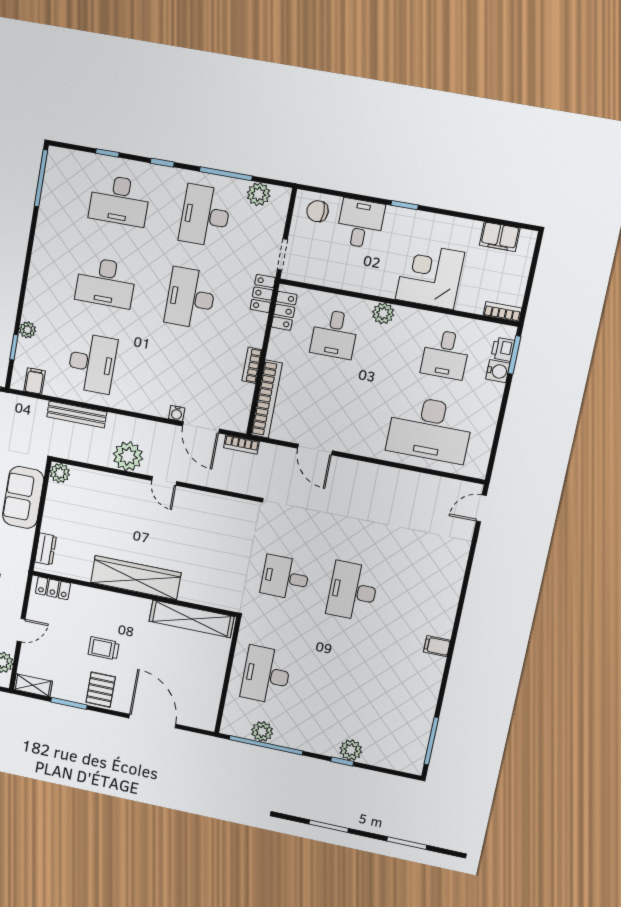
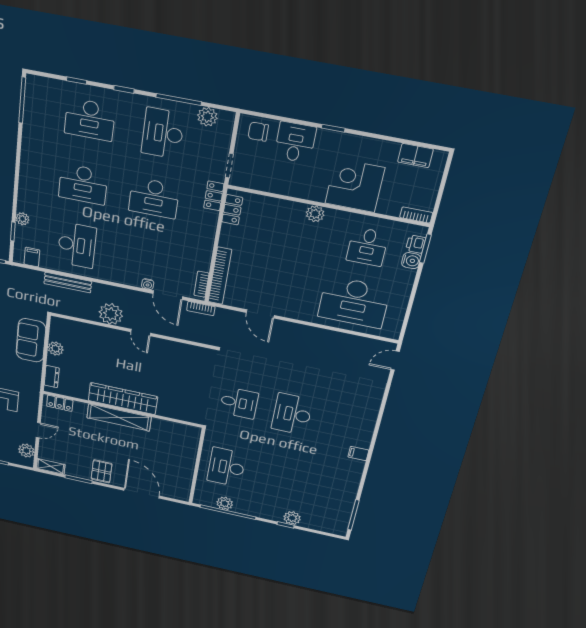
desk: (190, 298) -> (154, 198), turned -90
desk: (334, 334) -> (275, 229), removed
bookcase: (252, 365) -> (201, 284), moved
plant: (60, 473) -> (56, 349), moved
desk: (285, 578) -> (239, 403), turned 180
shelving: (192, 619) -> (119, 418), moved
trolley: (104, 648) -> (102, 445), removed

